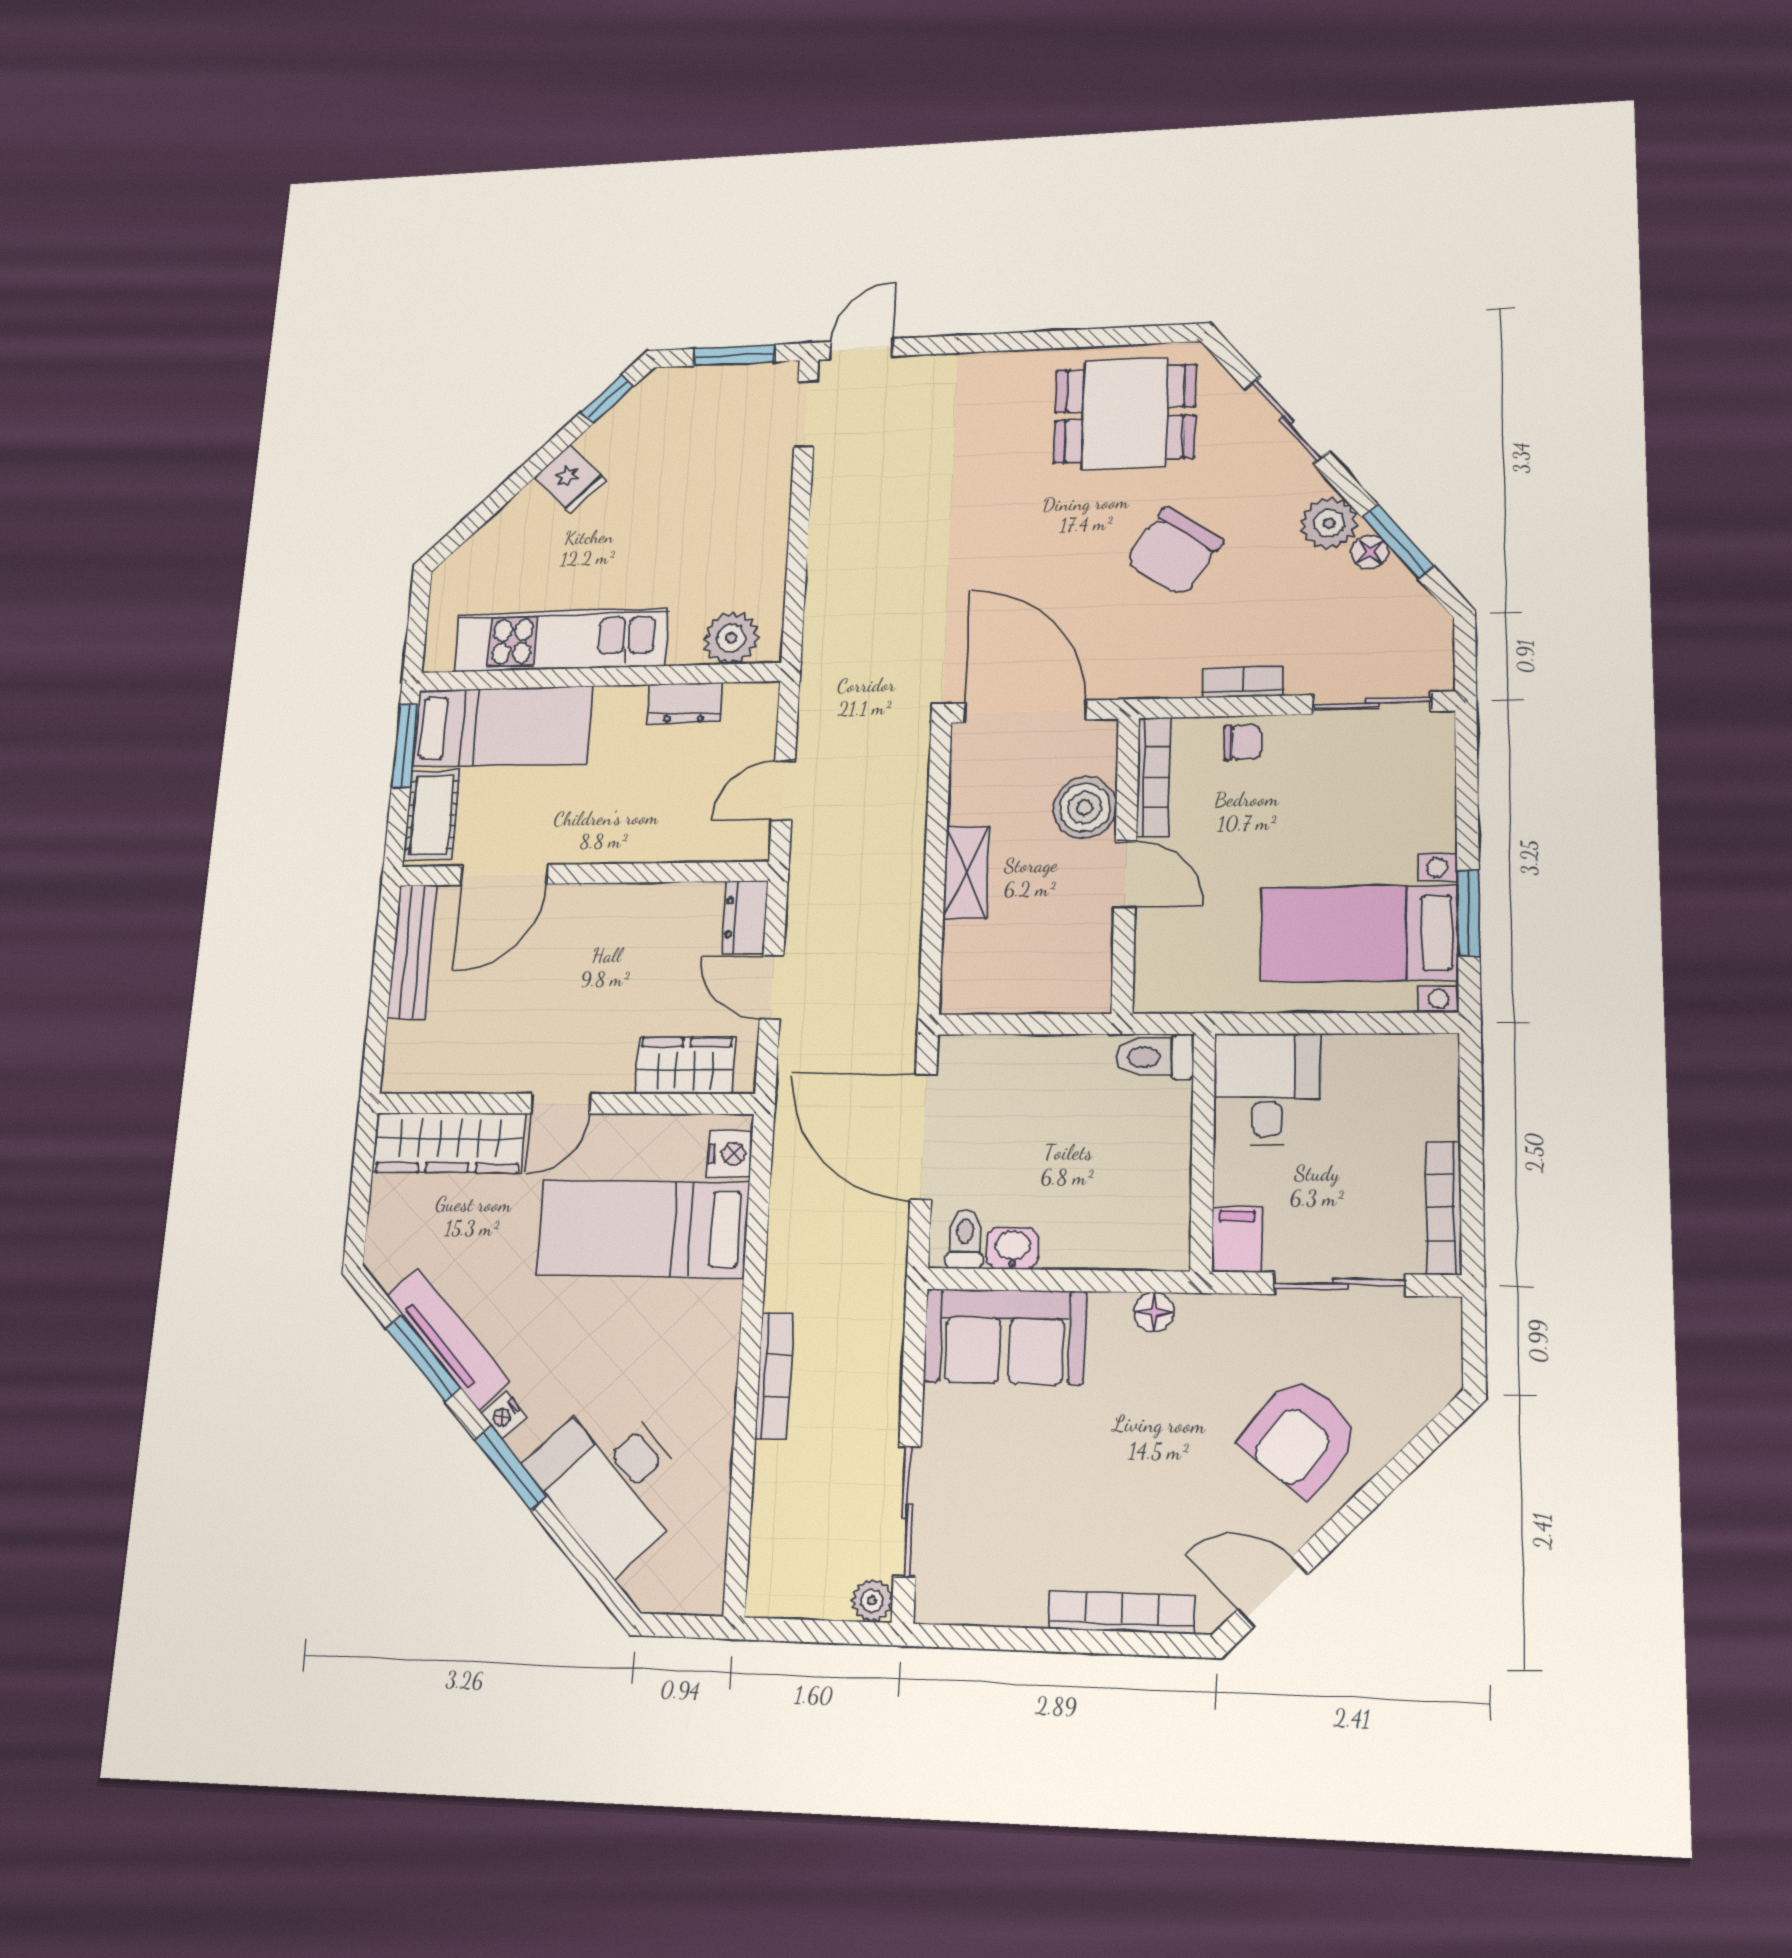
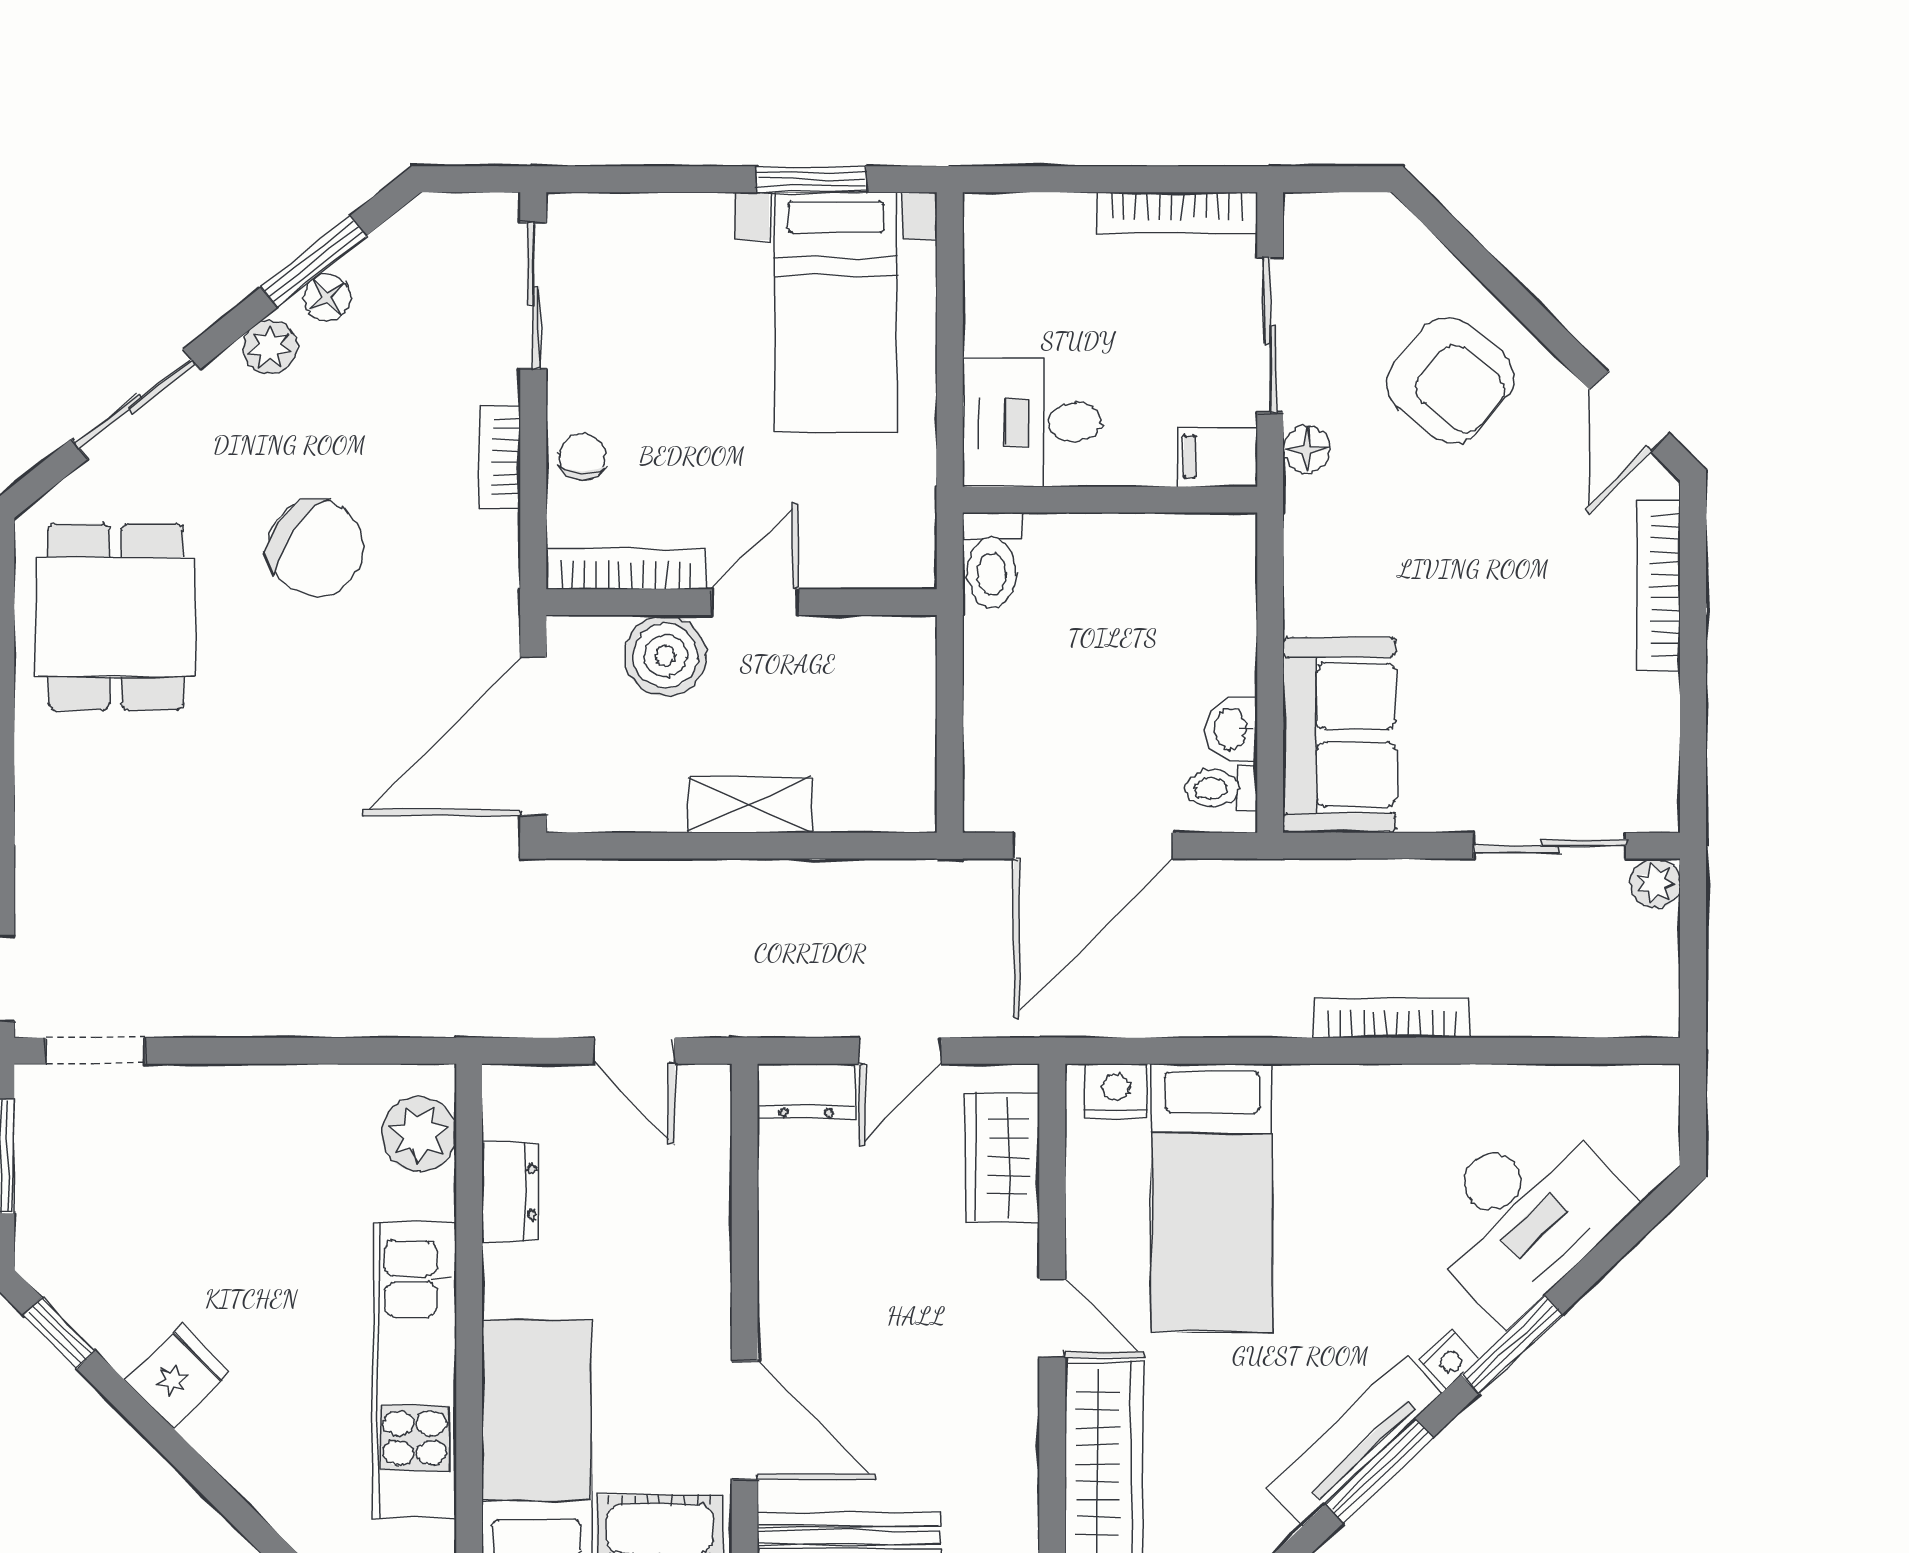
plant: (1329, 523) -> (270, 347), width x0.73, depth x0.73
floor lamp: (1154, 1312) -> (1307, 449), moved

